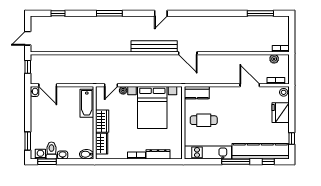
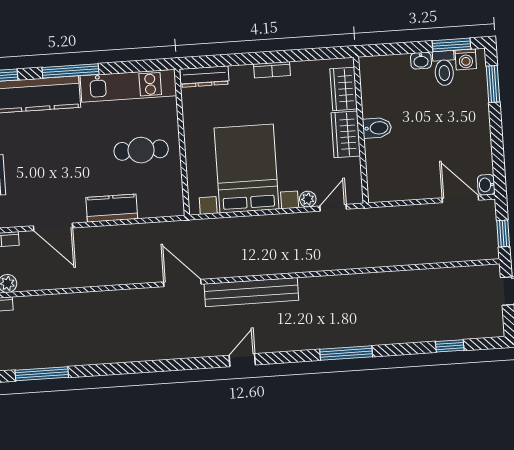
kitchen counter: (197, 93) -> (112, 208), moved
bathtub: (87, 103) -> (379, 168), removed
bidet: (87, 154) -> (377, 128), moved
dresser: (158, 154) -> (204, 77), moved

